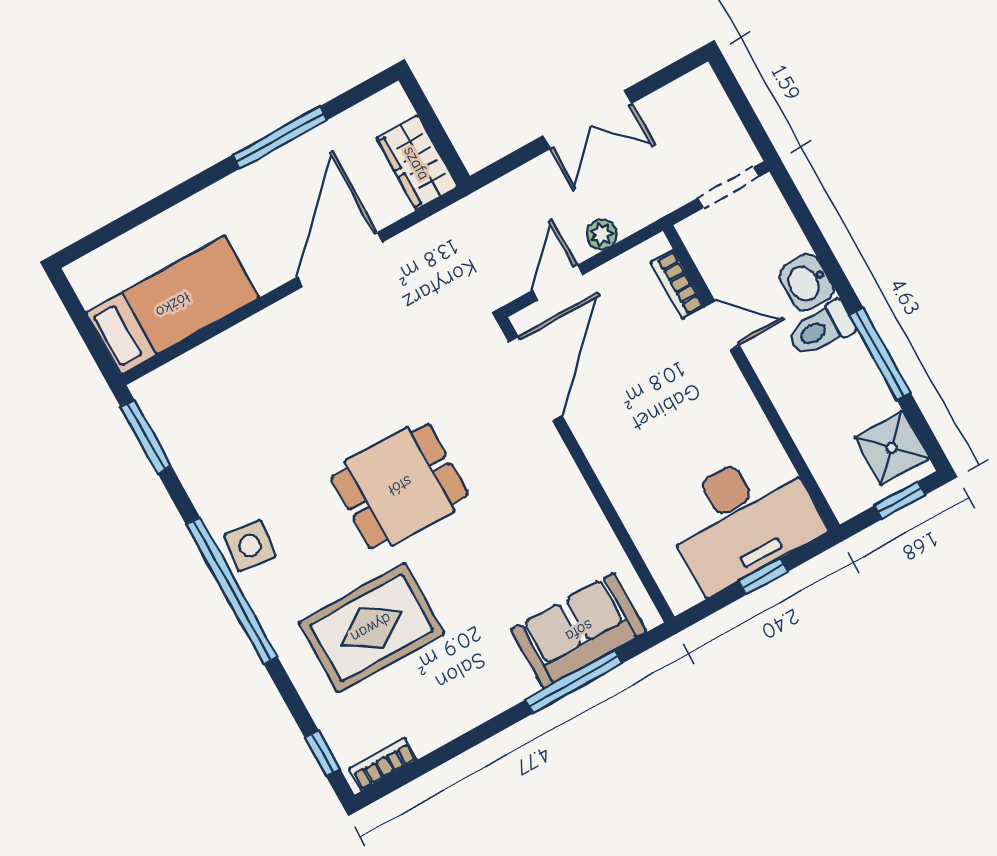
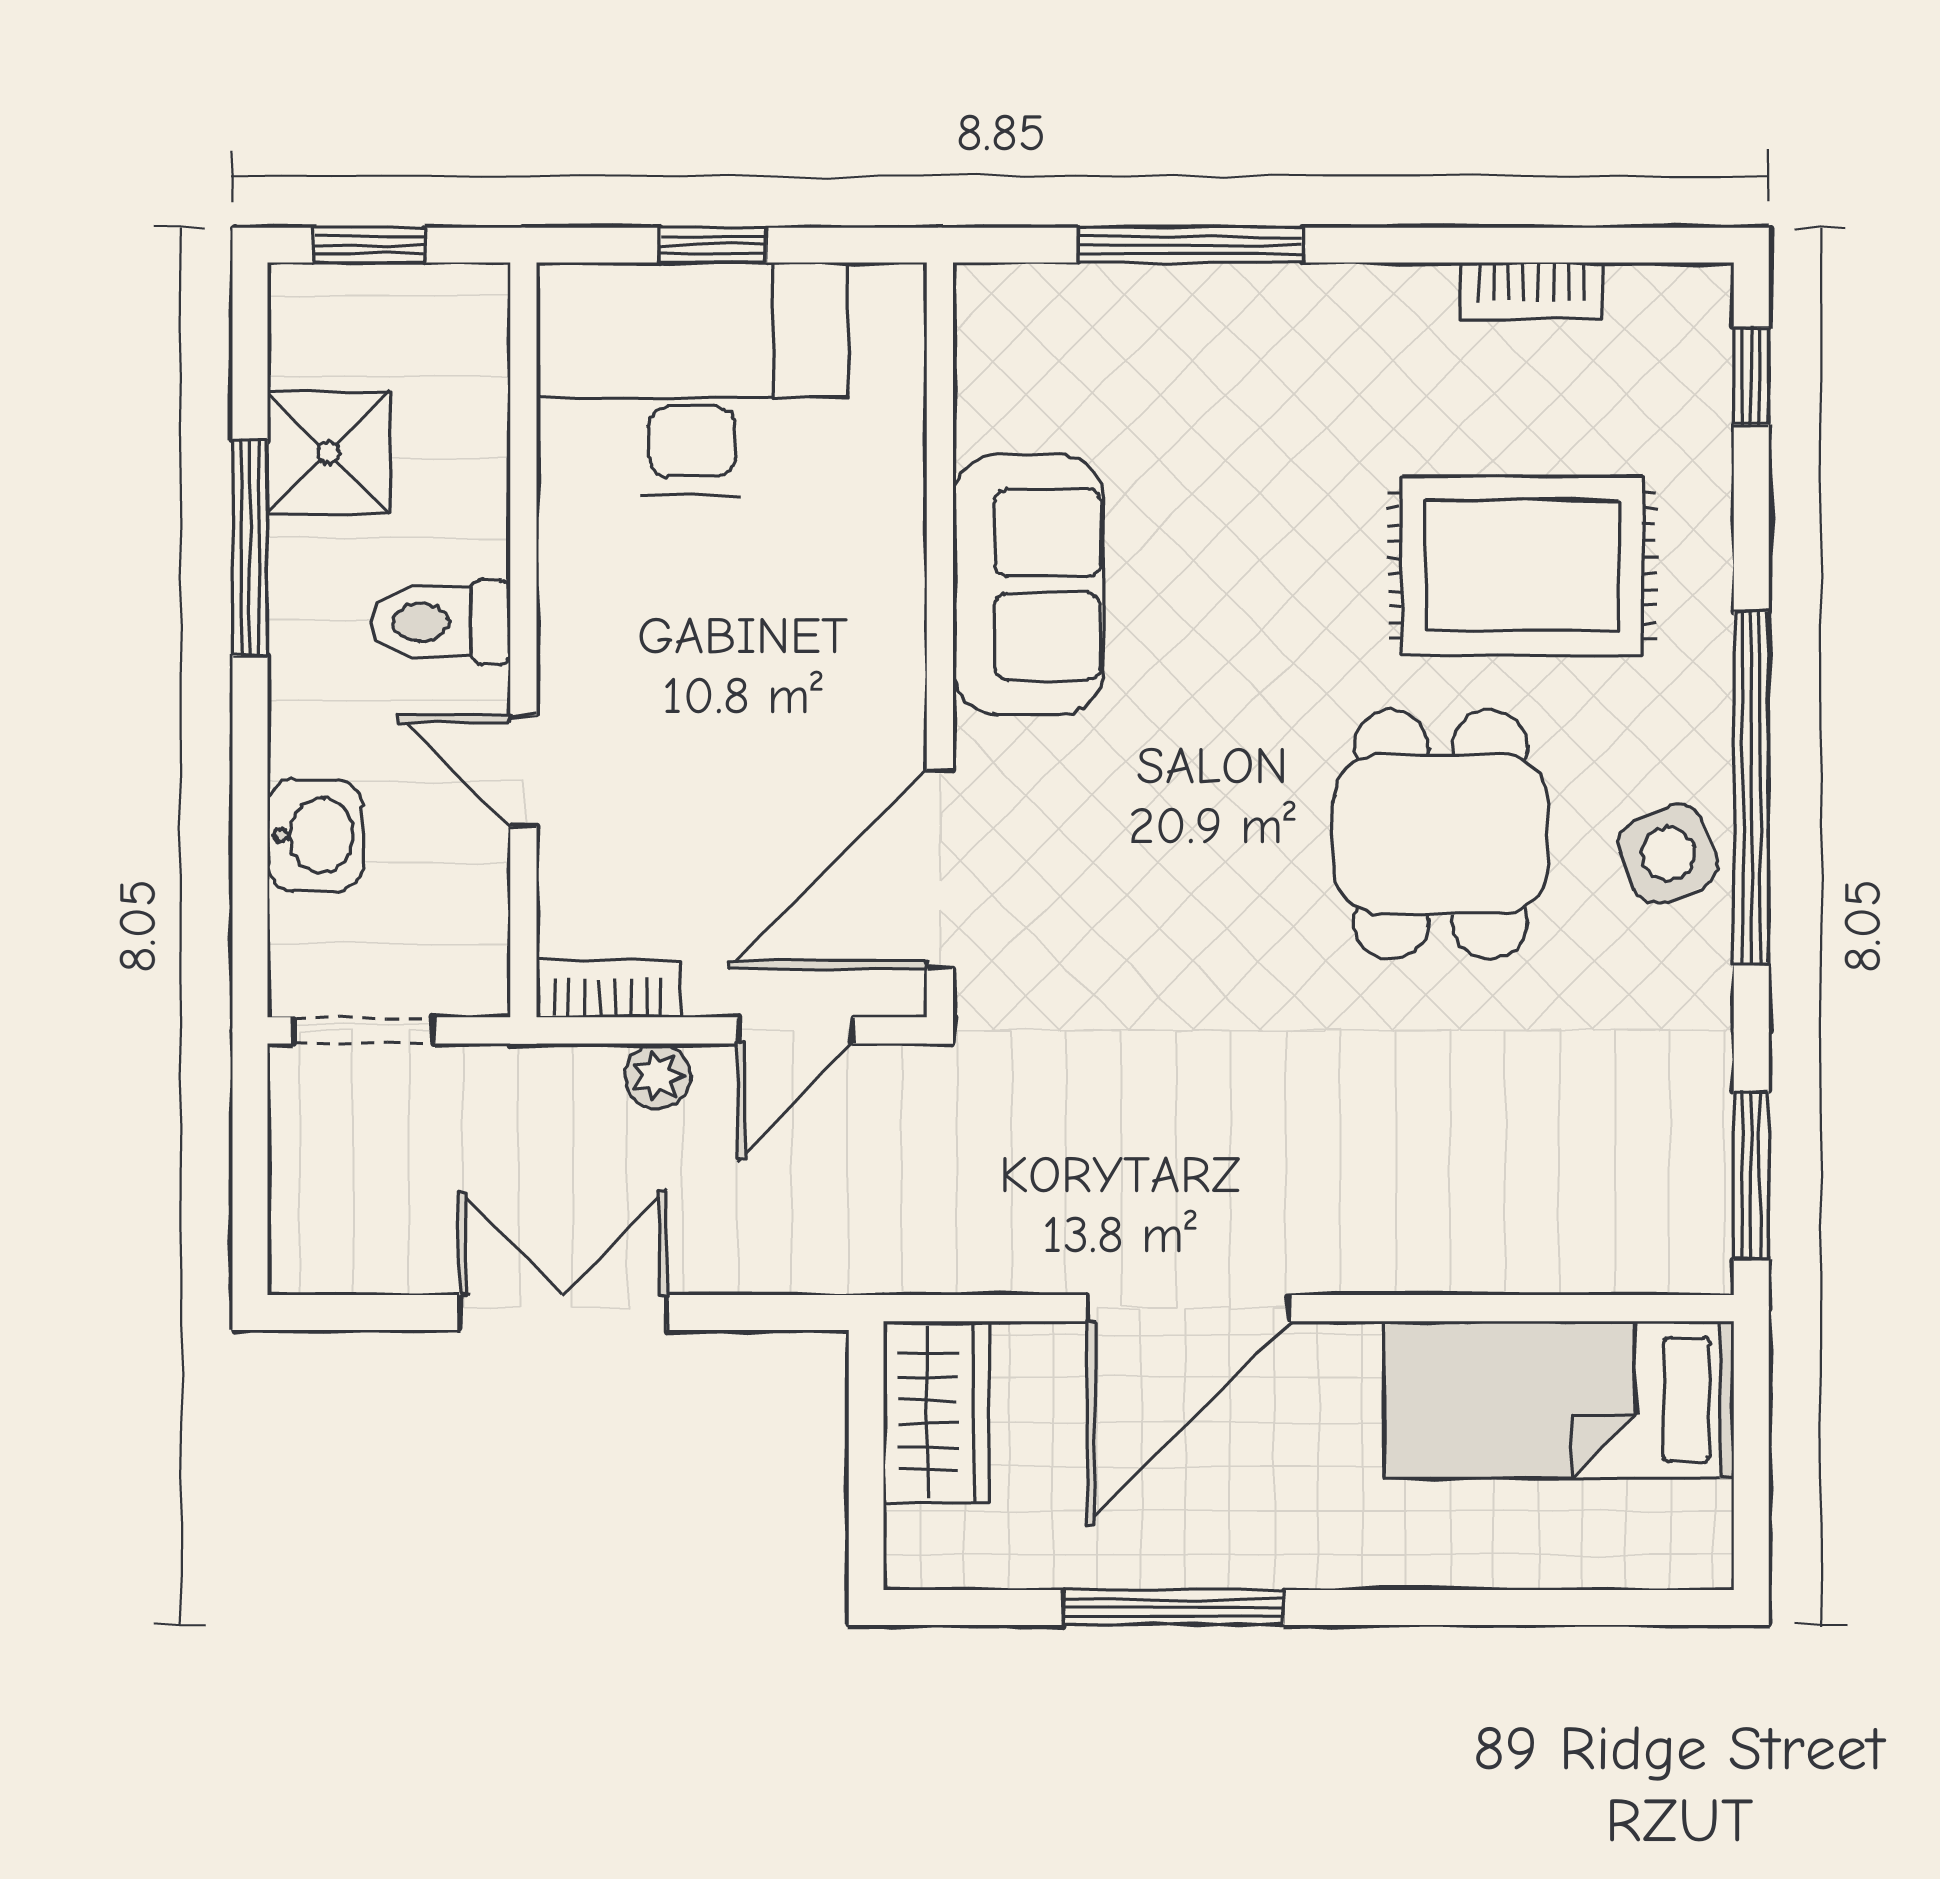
washbasin: (806, 282) -> (315, 835), moved
bookcase: (678, 284) -> (608, 989), moved, turned -90
toilet: (821, 329) -> (440, 622), moved, turned 180
shower: (892, 448) -> (328, 452), moved
dining table: (400, 486) -> (1441, 834), moved, turned 90
side table: (250, 546) -> (1668, 854), turned -30
sofa: (579, 631) -> (1028, 584), moved, turned -90
bookcase: (383, 764) -> (1531, 291), moved

